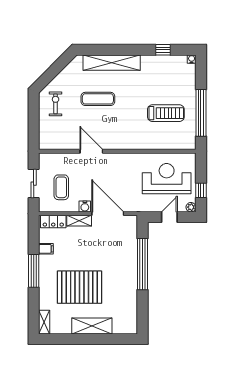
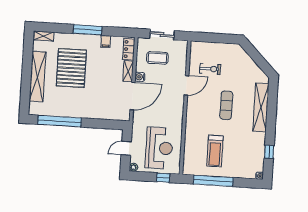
exercise mat: (98, 99) -> (226, 105), moved
exercise bike: (56, 104) -> (210, 69), moved
window: (201, 190) -> (163, 178), moved
door: (169, 217) -> (126, 148), swing flipped
window: (142, 264) -> (59, 121), moved
shelving: (92, 326) -> (38, 77), width x1.47

